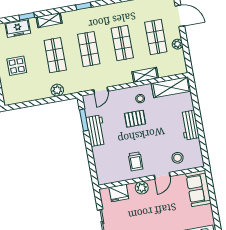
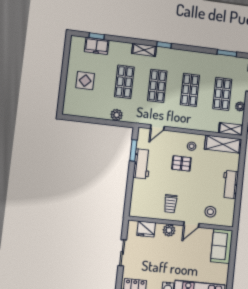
window: (27, 16) -> (97, 36), moved
shelving: (49, 20) -> (144, 50), moved
shelving: (145, 75) -> (231, 129), moved

